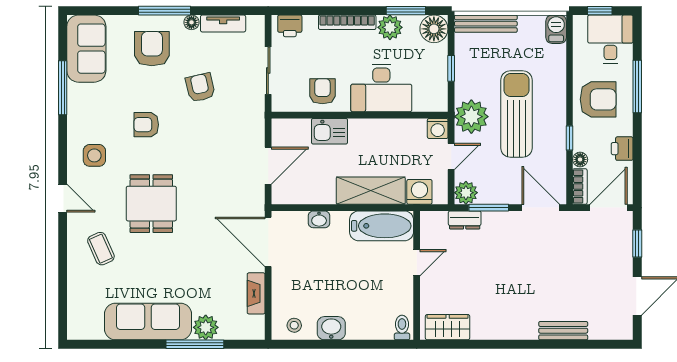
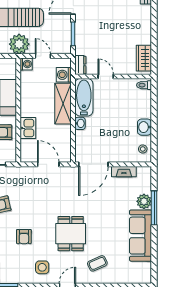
plant: (466, 193) -> (64, 47), removed
dining table: (151, 204) -> (71, 234), turned 90
washbasin: (319, 219) -> (80, 123), moved
dresser: (465, 220) -> (80, 65), moved

